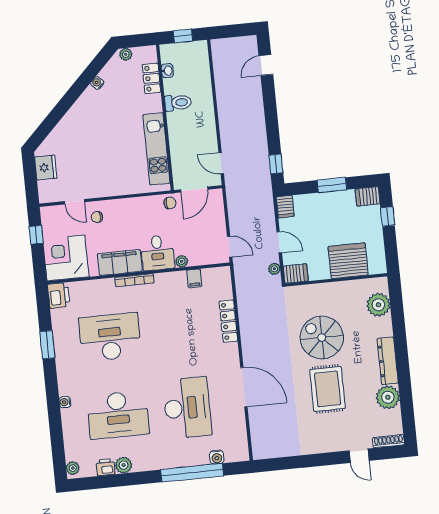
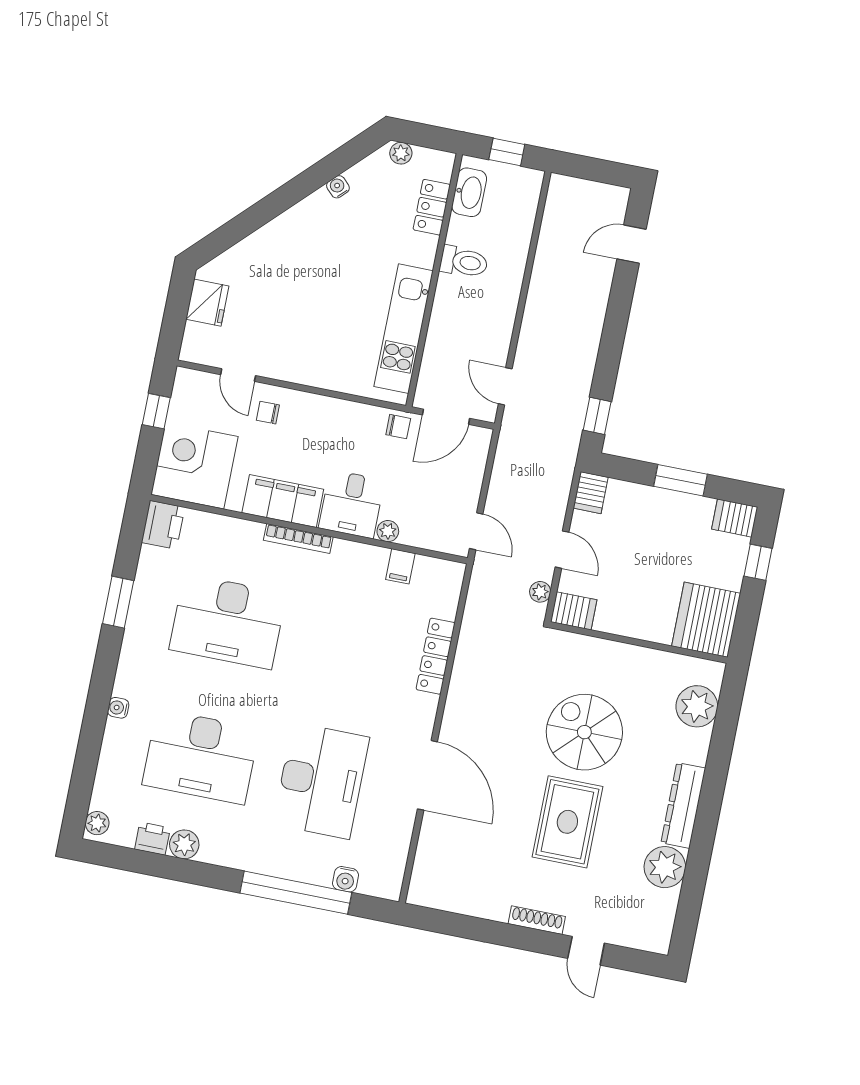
washbasin: (167, 71) -> (469, 192), width x1.91, depth x1.45
server rack: (348, 261) -> (706, 620), moved, turned -90
desk: (110, 337) -> (228, 622), turned 180
shoe rack: (389, 441) -> (537, 920), moved

